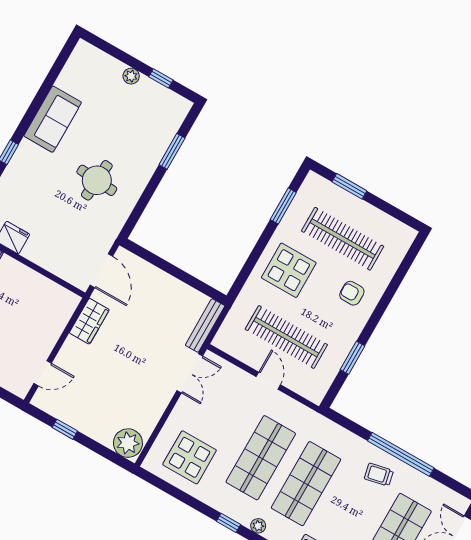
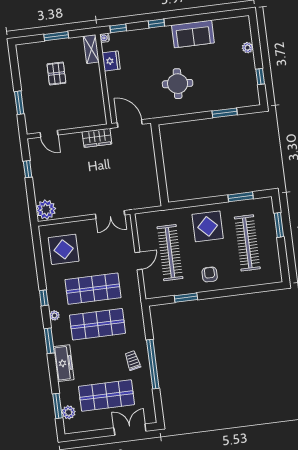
plant: (131, 76) -> (248, 48), moved
door: (101, 271) -> (130, 124), swing flipped
armchair: (352, 293) -> (210, 274), moved
bench: (205, 326) -> (143, 203), removed

